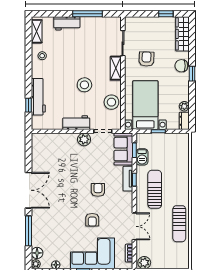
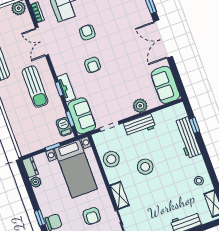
plant: (84, 139) -> (140, 106), moved
sofa: (41, 150) -> (165, 85), added
barbecue: (142, 157) -> (64, 127), moved

